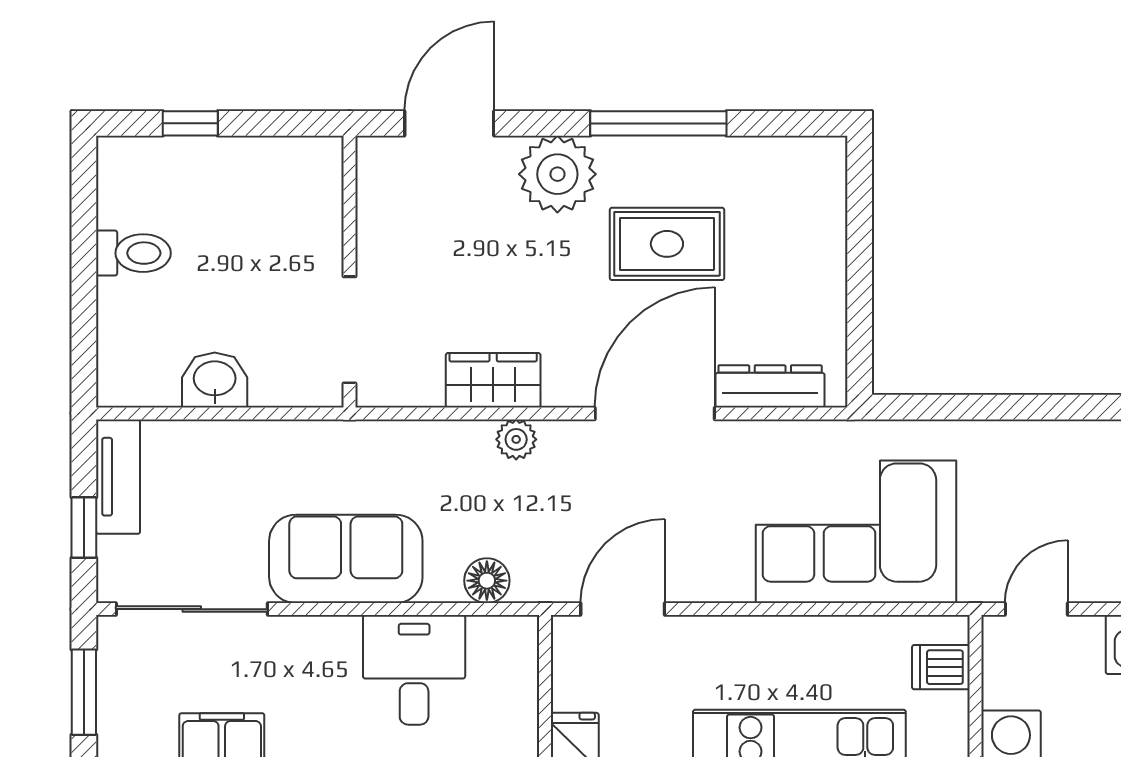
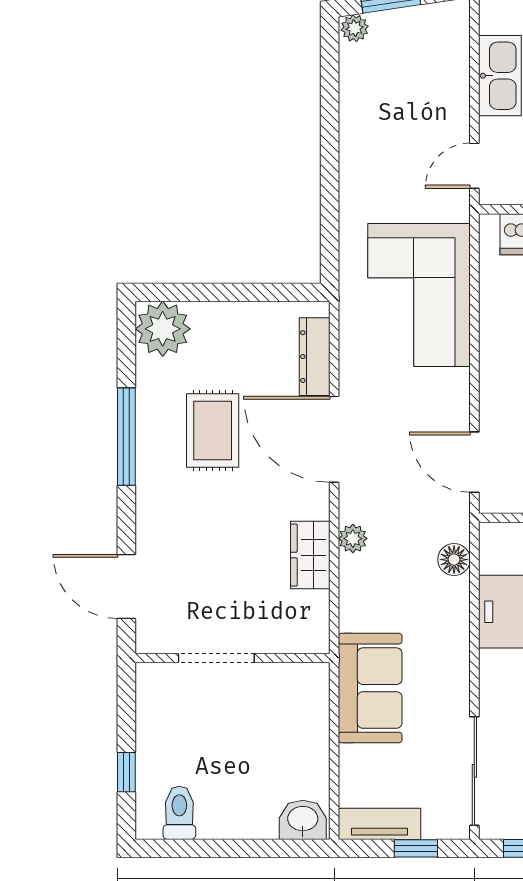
plant: (557, 174) -> (163, 329), moved
toilet: (133, 253) -> (179, 813), moved
doorway: (349, 330) -> (216, 658), moved
washbasin: (215, 380) -> (303, 820), moved, turned 90
sofa: (346, 559) -> (370, 688), moved, turned 180
door: (1036, 609) -> (474, 166), hinge flipped

